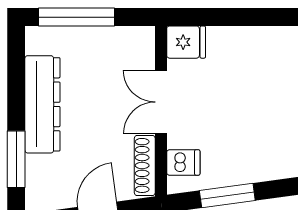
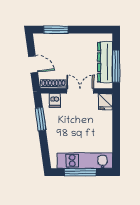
window: (76, 17) -> (116, 66), moved
dresser: (42, 104) -> (105, 62), moved, turned 90

